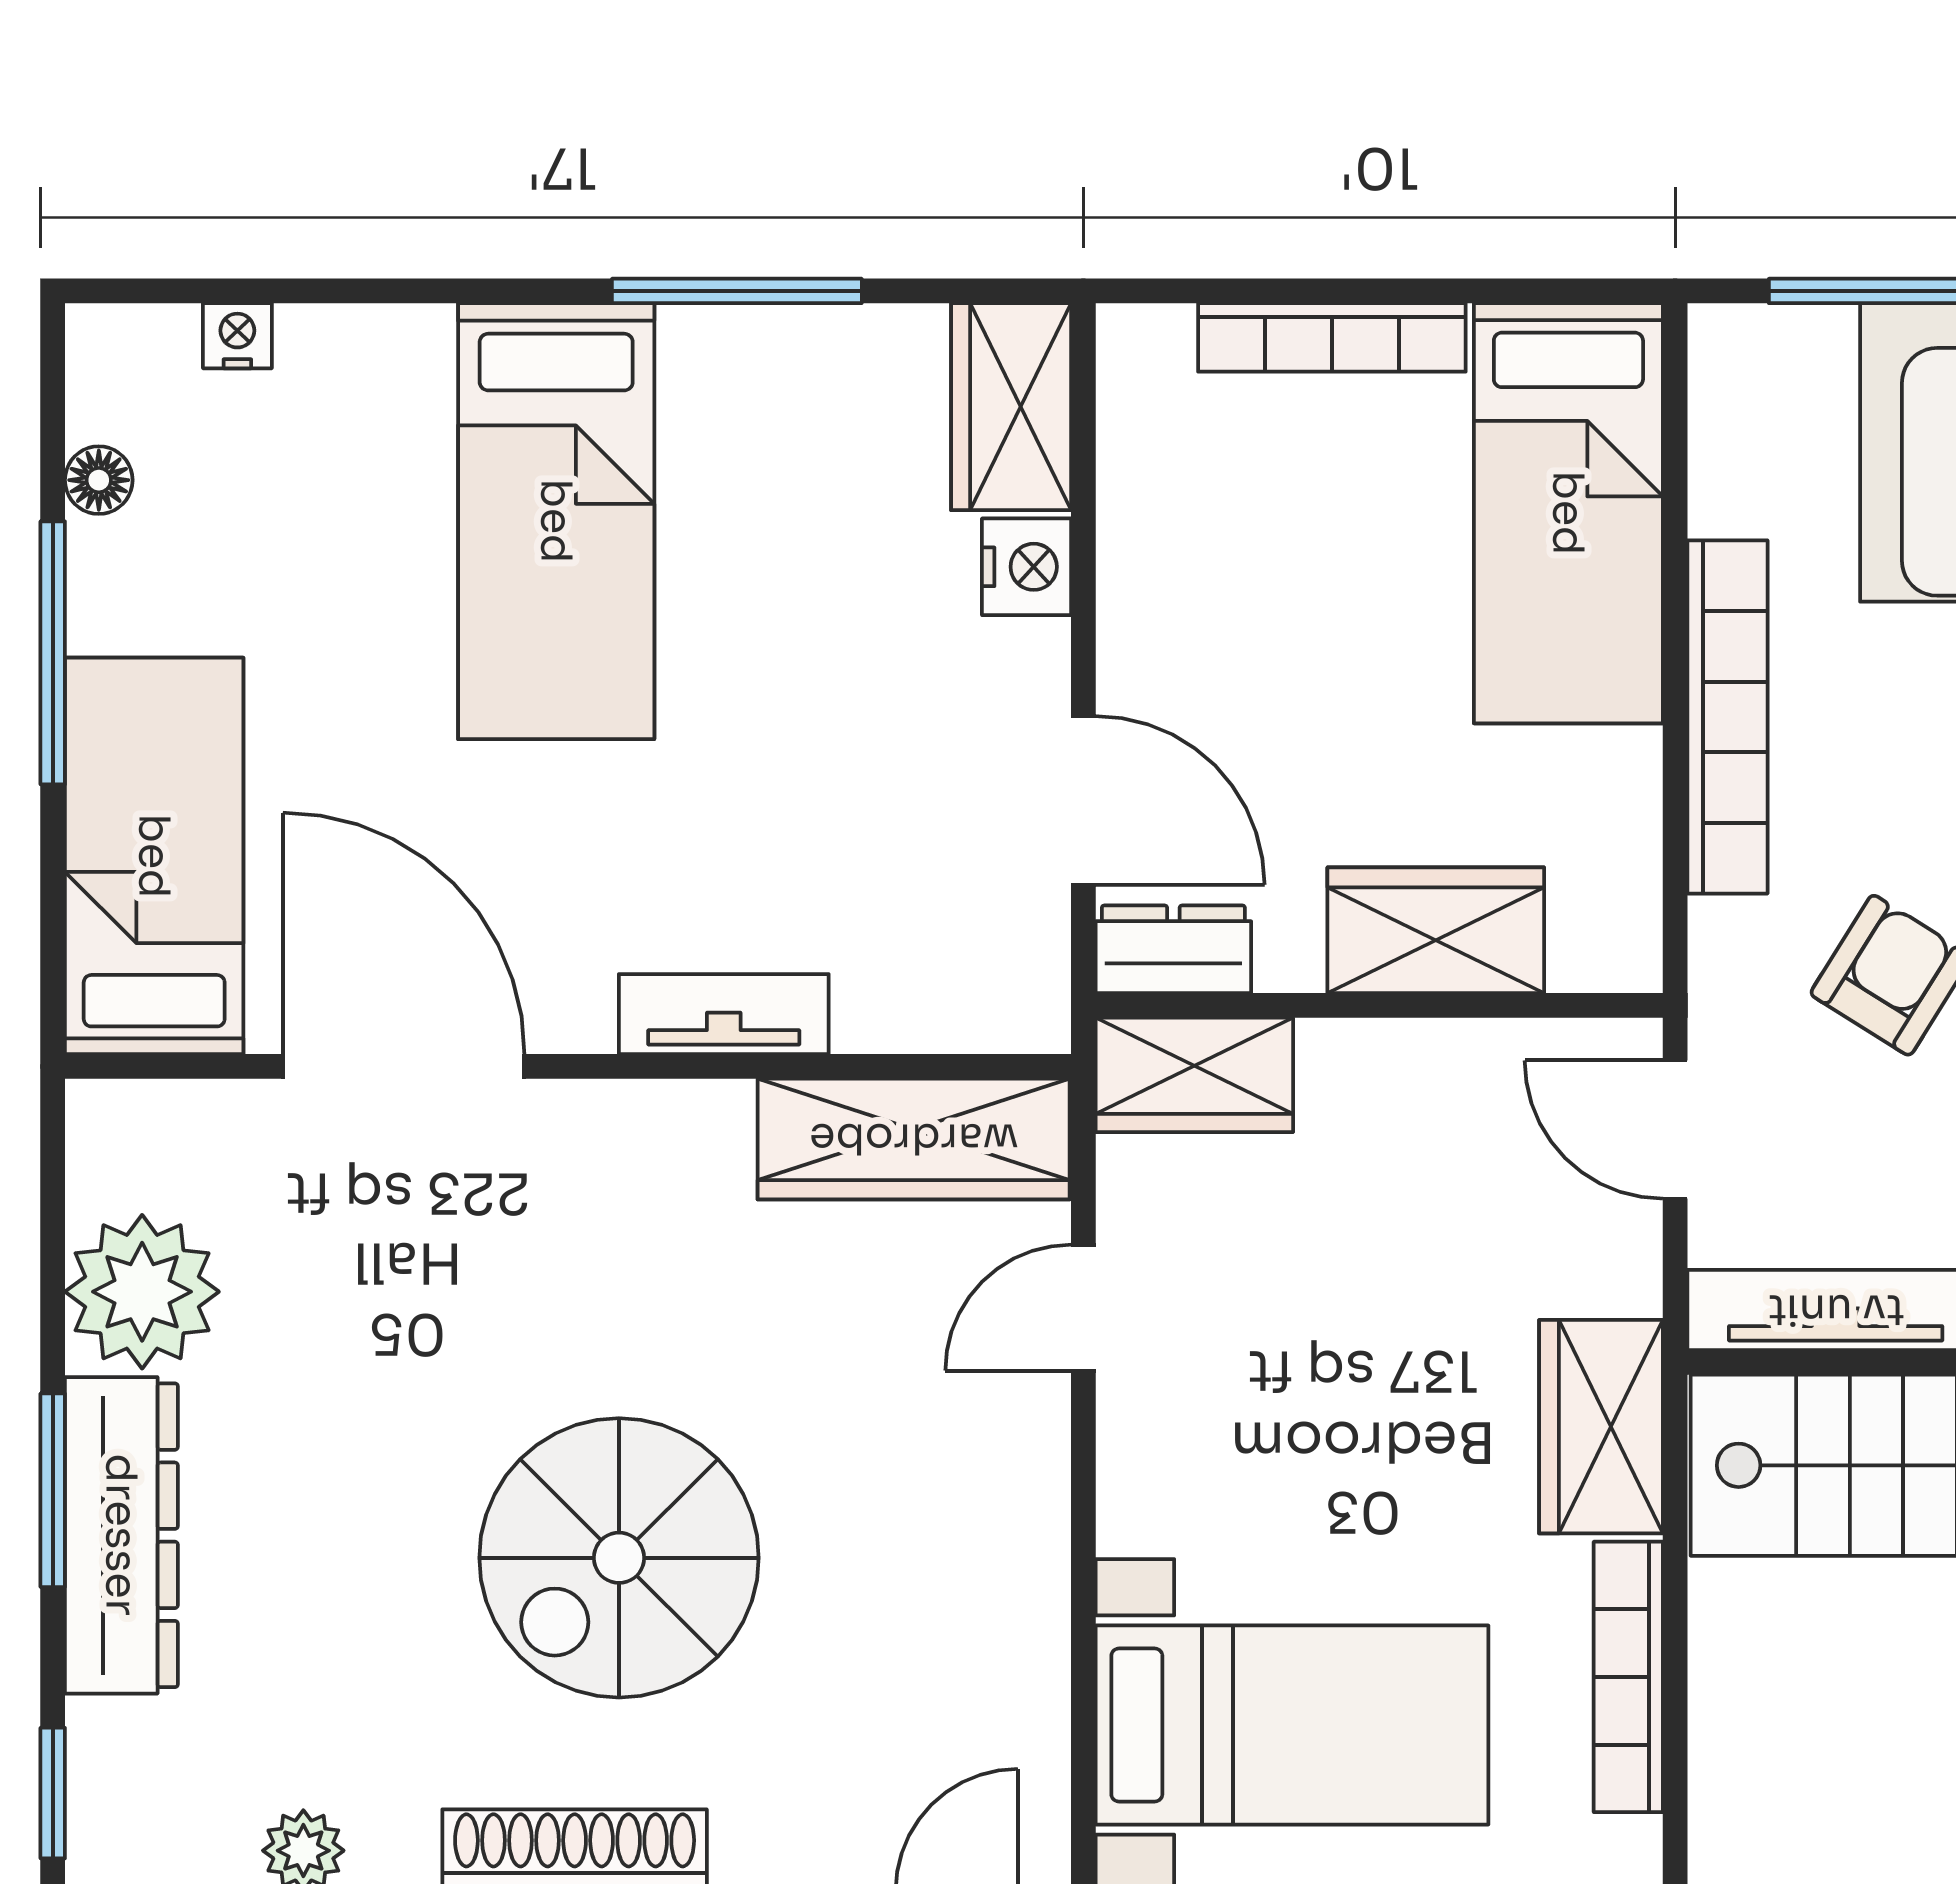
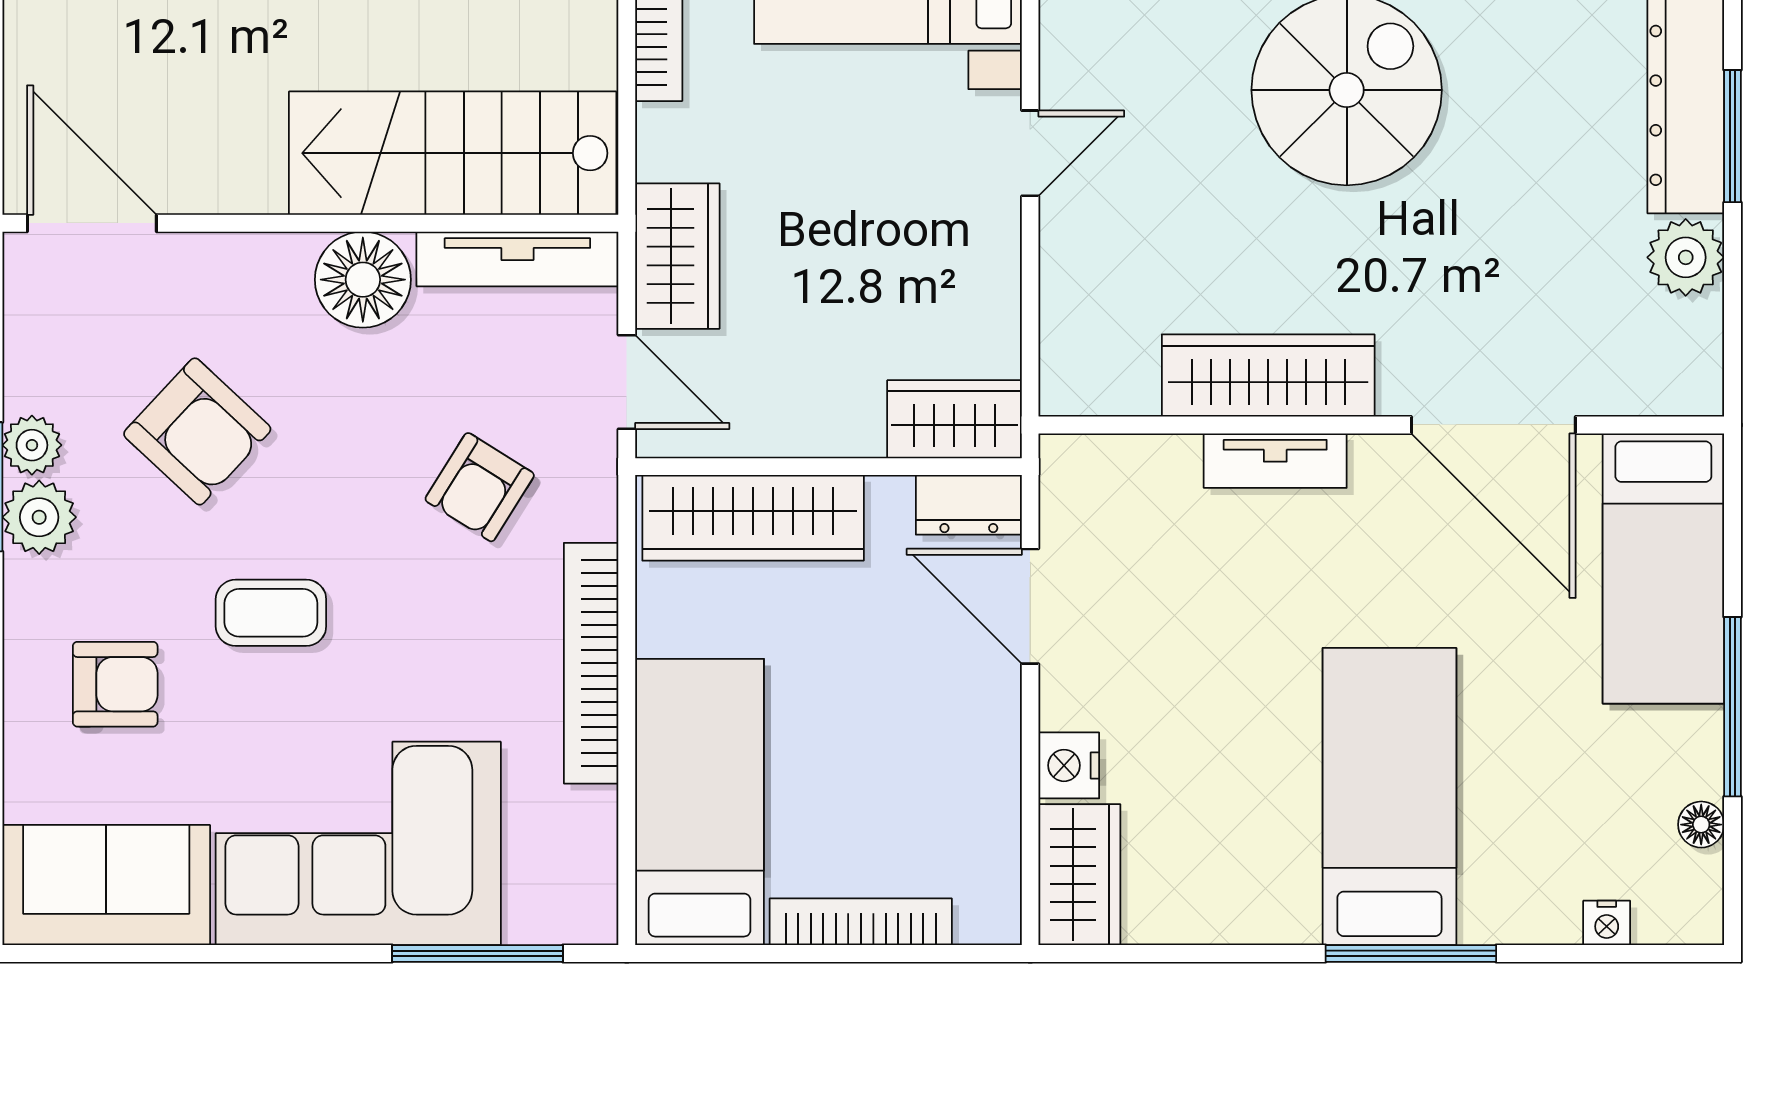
window: (737, 291) -> (1411, 953), moved
wardrobe: (1436, 930) -> (753, 518), width x1.50
wardrobe: (914, 1139) -> (1268, 375), moved
plant: (142, 1292) -> (1686, 257), width x0.73, depth x0.73
door: (1083, 1308) -> (1030, 153), moved
wardrobe: (1601, 1427) -> (677, 256), moved

